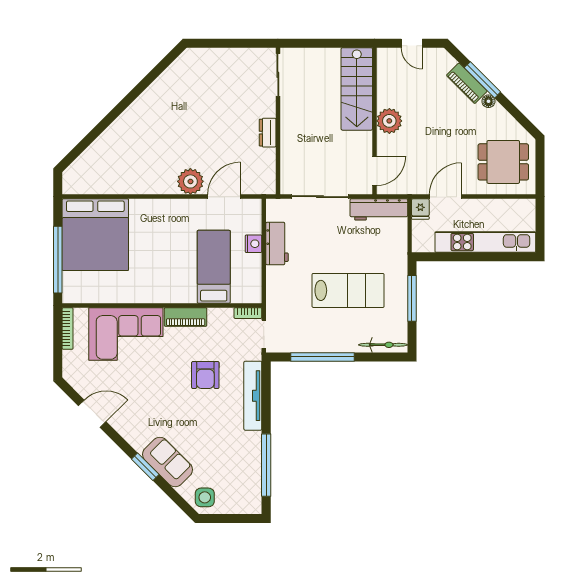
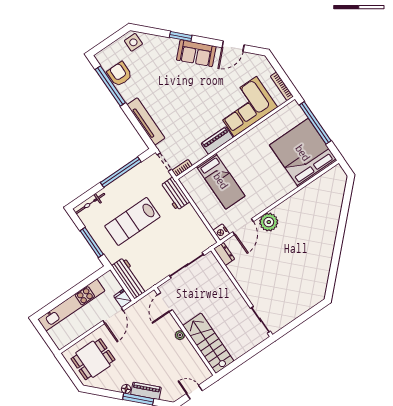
plant: (389, 121) -> (180, 335), width x0.53, depth x0.53
dresser: (268, 133) -> (224, 254), moved
workbench: (379, 209) -> (129, 278), moved, turned 90
nightstand: (254, 244) -> (221, 232), moved
workbench: (277, 244) -> (175, 194), moved
armchair: (205, 375) -> (119, 74), moved
sofa: (168, 462) -> (196, 53), moved

